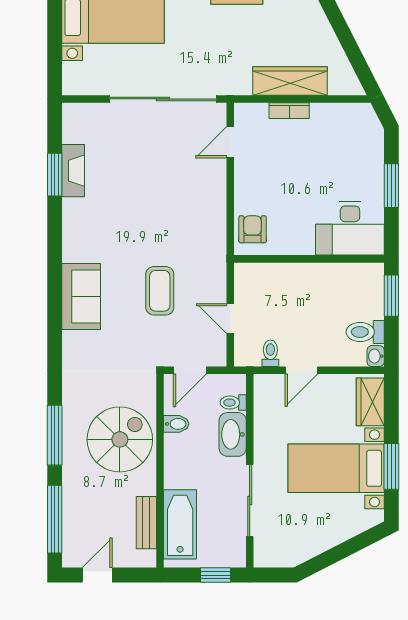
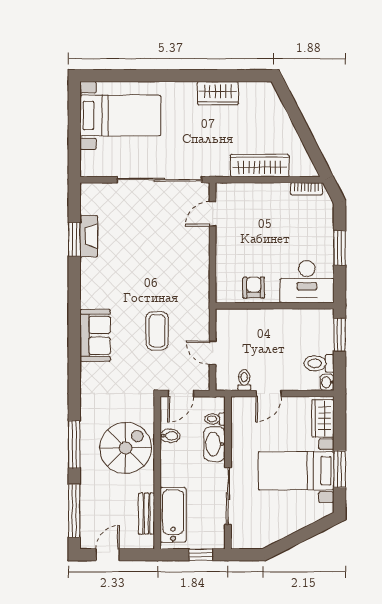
bookcase: (289, 111) -> (306, 189), moved
armchair: (253, 229) -> (254, 288), moved

